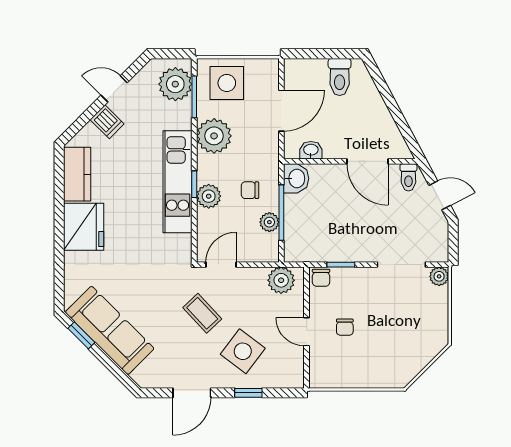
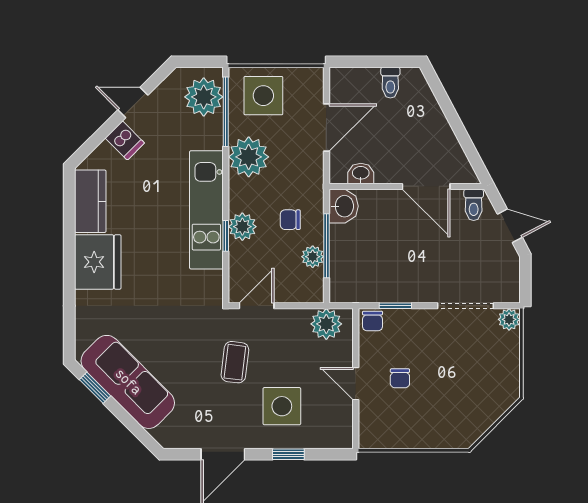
toilet: (340, 77) -> (390, 83), width x0.73, depth x0.72
window: (194, 97) -> (226, 112), width x1.44
window: (194, 184) -> (226, 236), moved
coffee table: (202, 313) -> (235, 362), turned 50
side table: (243, 351) -> (282, 406), turned -37

